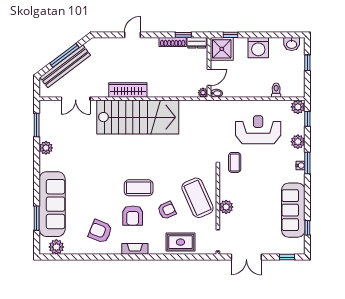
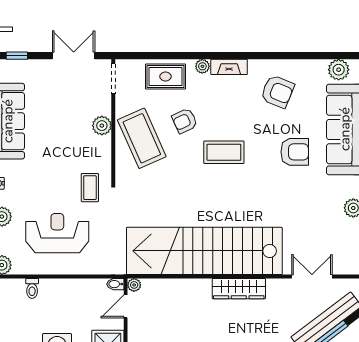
stairs: (138, 117) -> (204, 251), width x1.36
reception desk: (258, 130) -> (57, 233), turned 180
armchair: (133, 216) -> (295, 152), moved, turned 90
plant: (154, 249) -> (202, 66), added

